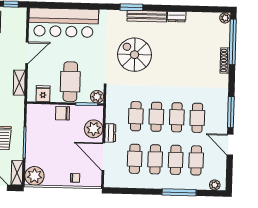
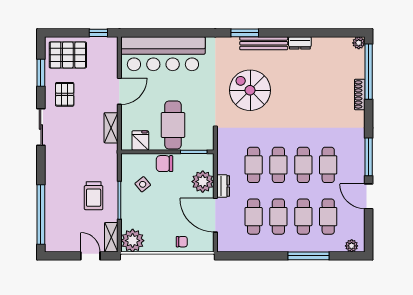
plant: (97, 97) -> (206, 142), removed
side table: (44, 130) -> (143, 184), added

